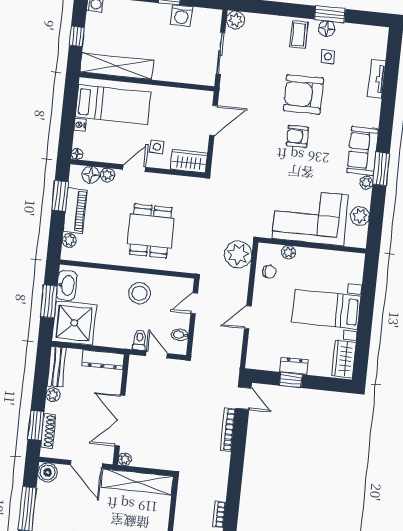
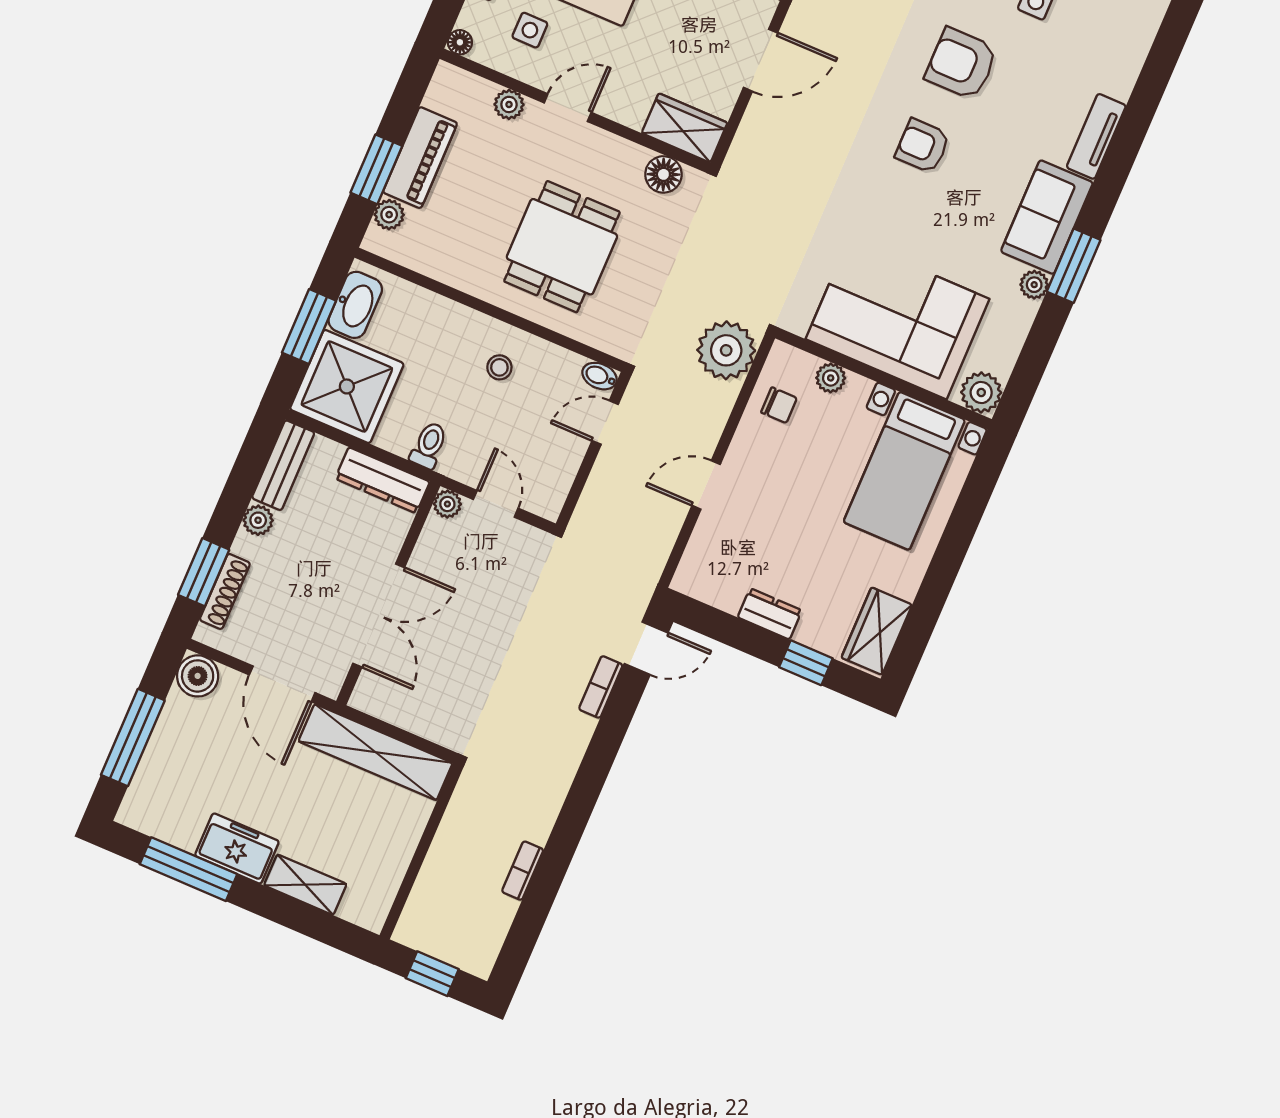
tv unit: (377, 79) -> (1096, 136), moved
armchair: (303, 94) -> (961, 64), width x0.73, depth x0.73
side table: (157, 147) -> (530, 30), moved
floor lamp: (91, 175) -> (663, 174), moved
window: (60, 196) -> (376, 169), moved
plant: (360, 216) -> (981, 392), moved
stool: (139, 293) -> (499, 367), width x0.53, depth x0.53
bed with nightstands: (326, 309) -> (904, 471), moved, turned -90
bidet: (180, 335) -> (600, 376), moved
toilet: (140, 340) -> (429, 445), moved
window: (291, 380) -> (806, 663), moved
door: (244, 398) -> (646, 648), hinge flipped
double door: (120, 421) -> (379, 616), swing flipped
bookcase: (228, 429) -> (601, 687), width x0.64
plant: (125, 459) -> (447, 504), moved

